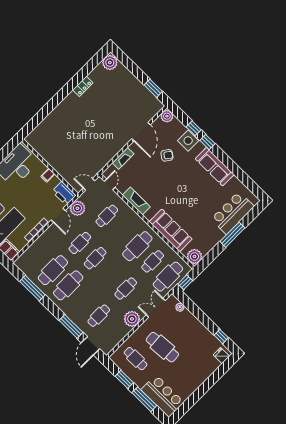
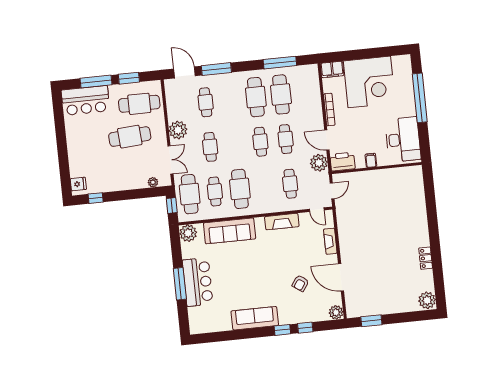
side table: (188, 141) -> (298, 313), removed
bar counter: (233, 213) -> (198, 282), moved
cafe table: (136, 359) -> (139, 104), width x1.37, depth x1.35

